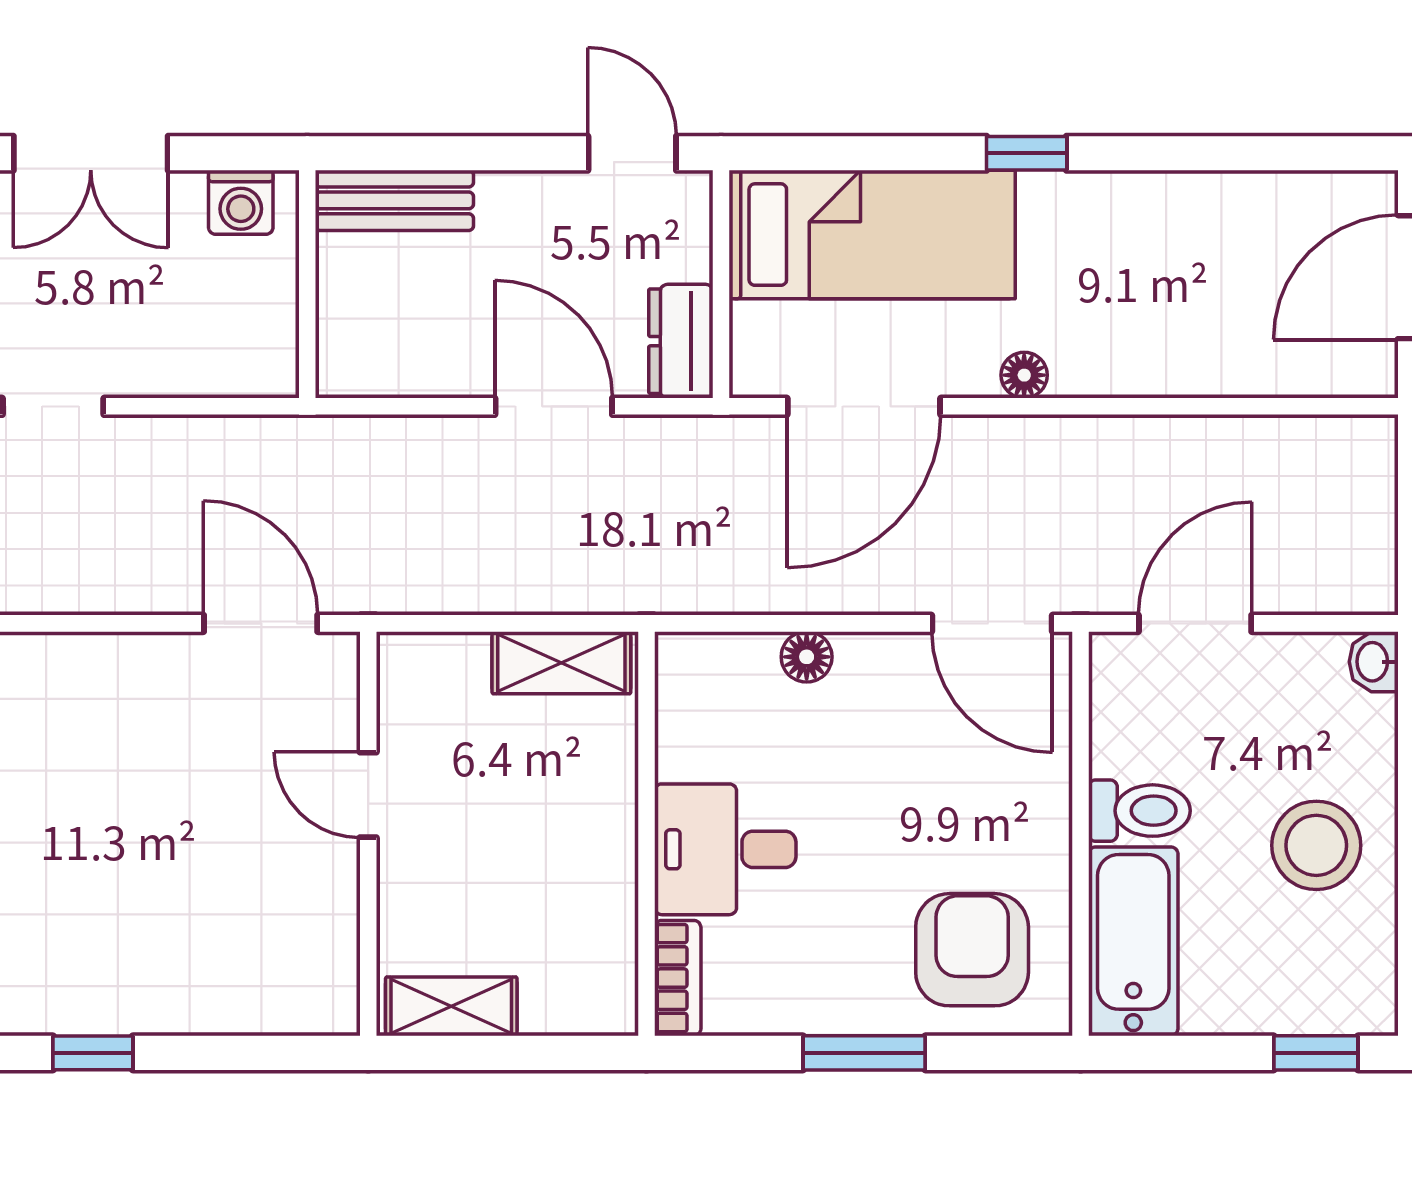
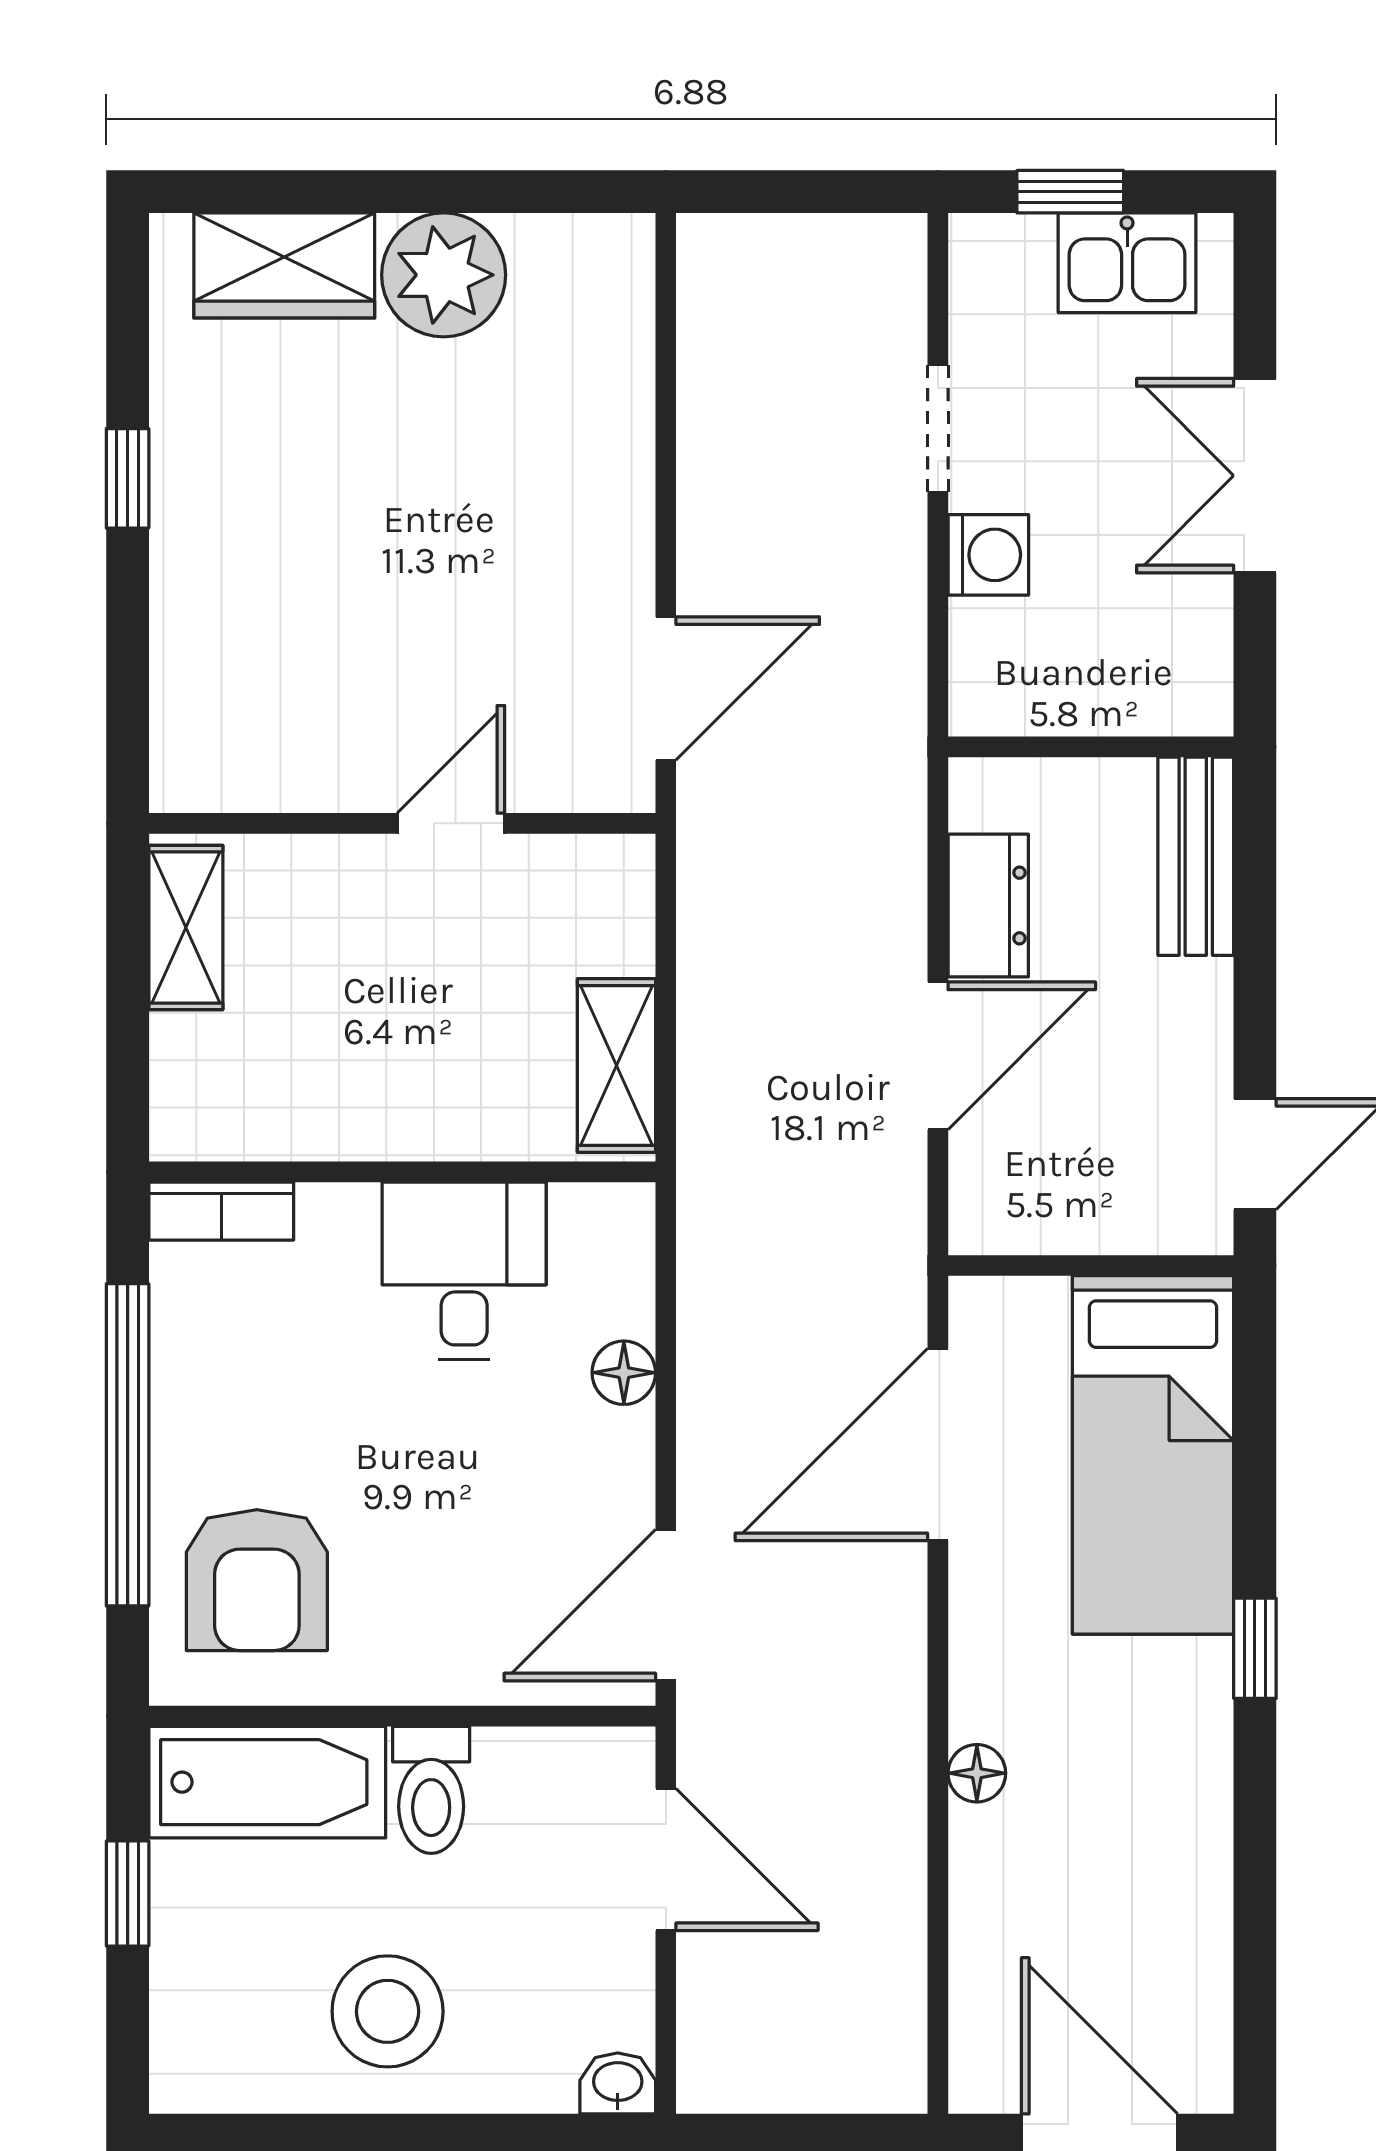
washing machine: (241, 202) -> (988, 555), moved, turned 180
dresser: (681, 341) -> (988, 906), moved, turned 90
floor lamp: (1024, 375) -> (977, 1773), moved
door: (864, 406) -> (938, 1445), hinge flipped
desk: (725, 849) -> (464, 1271), moved
armchair: (972, 950) -> (257, 1580), turned 90
window: (864, 1053) -> (128, 1445), width x2.11
window: (1316, 1053) -> (128, 1894), moved

